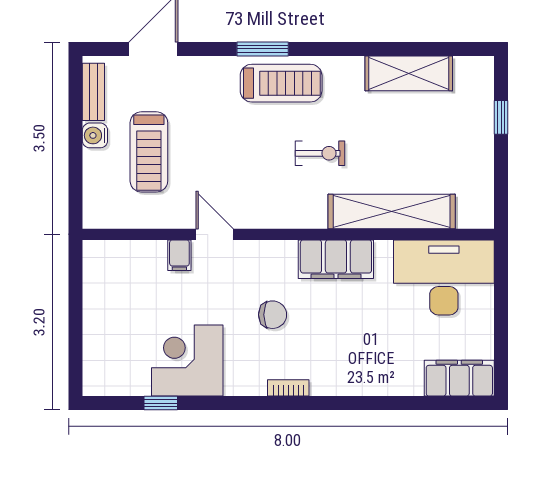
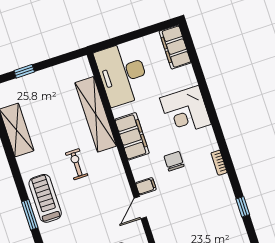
filing cabinet: (179, 255) -> (146, 186), moved
corner desk: (187, 361) -> (185, 111), moved
bookcase: (288, 388) -> (219, 163), moved

